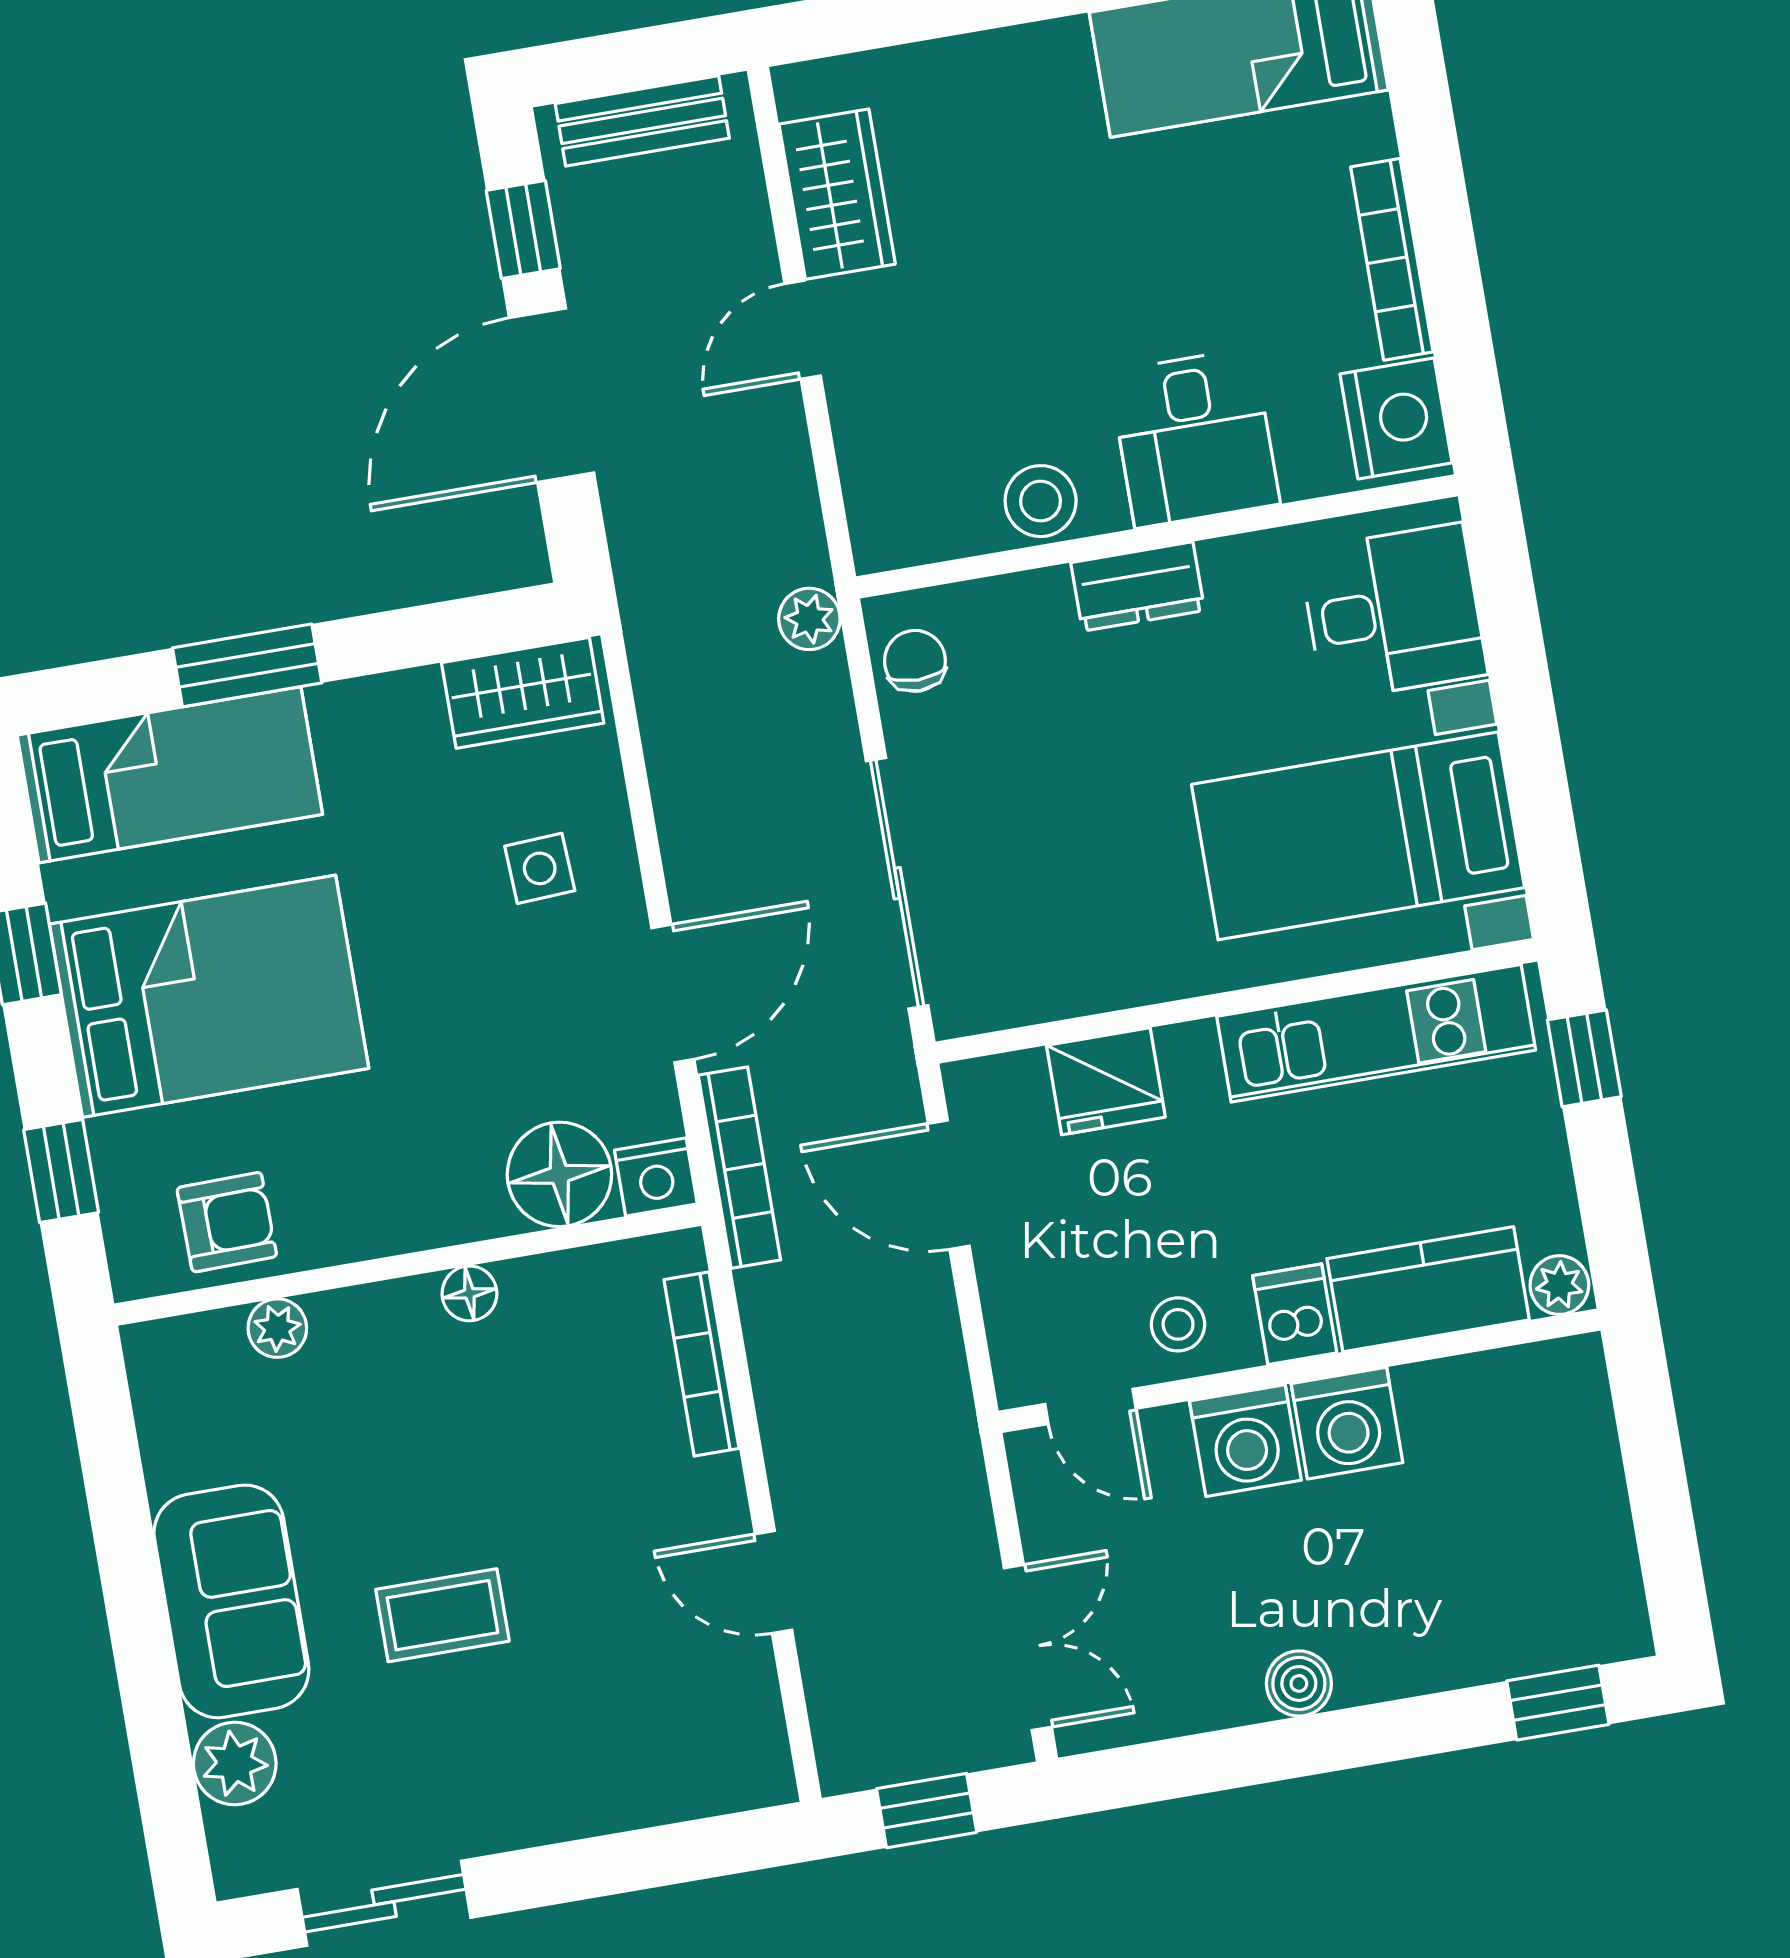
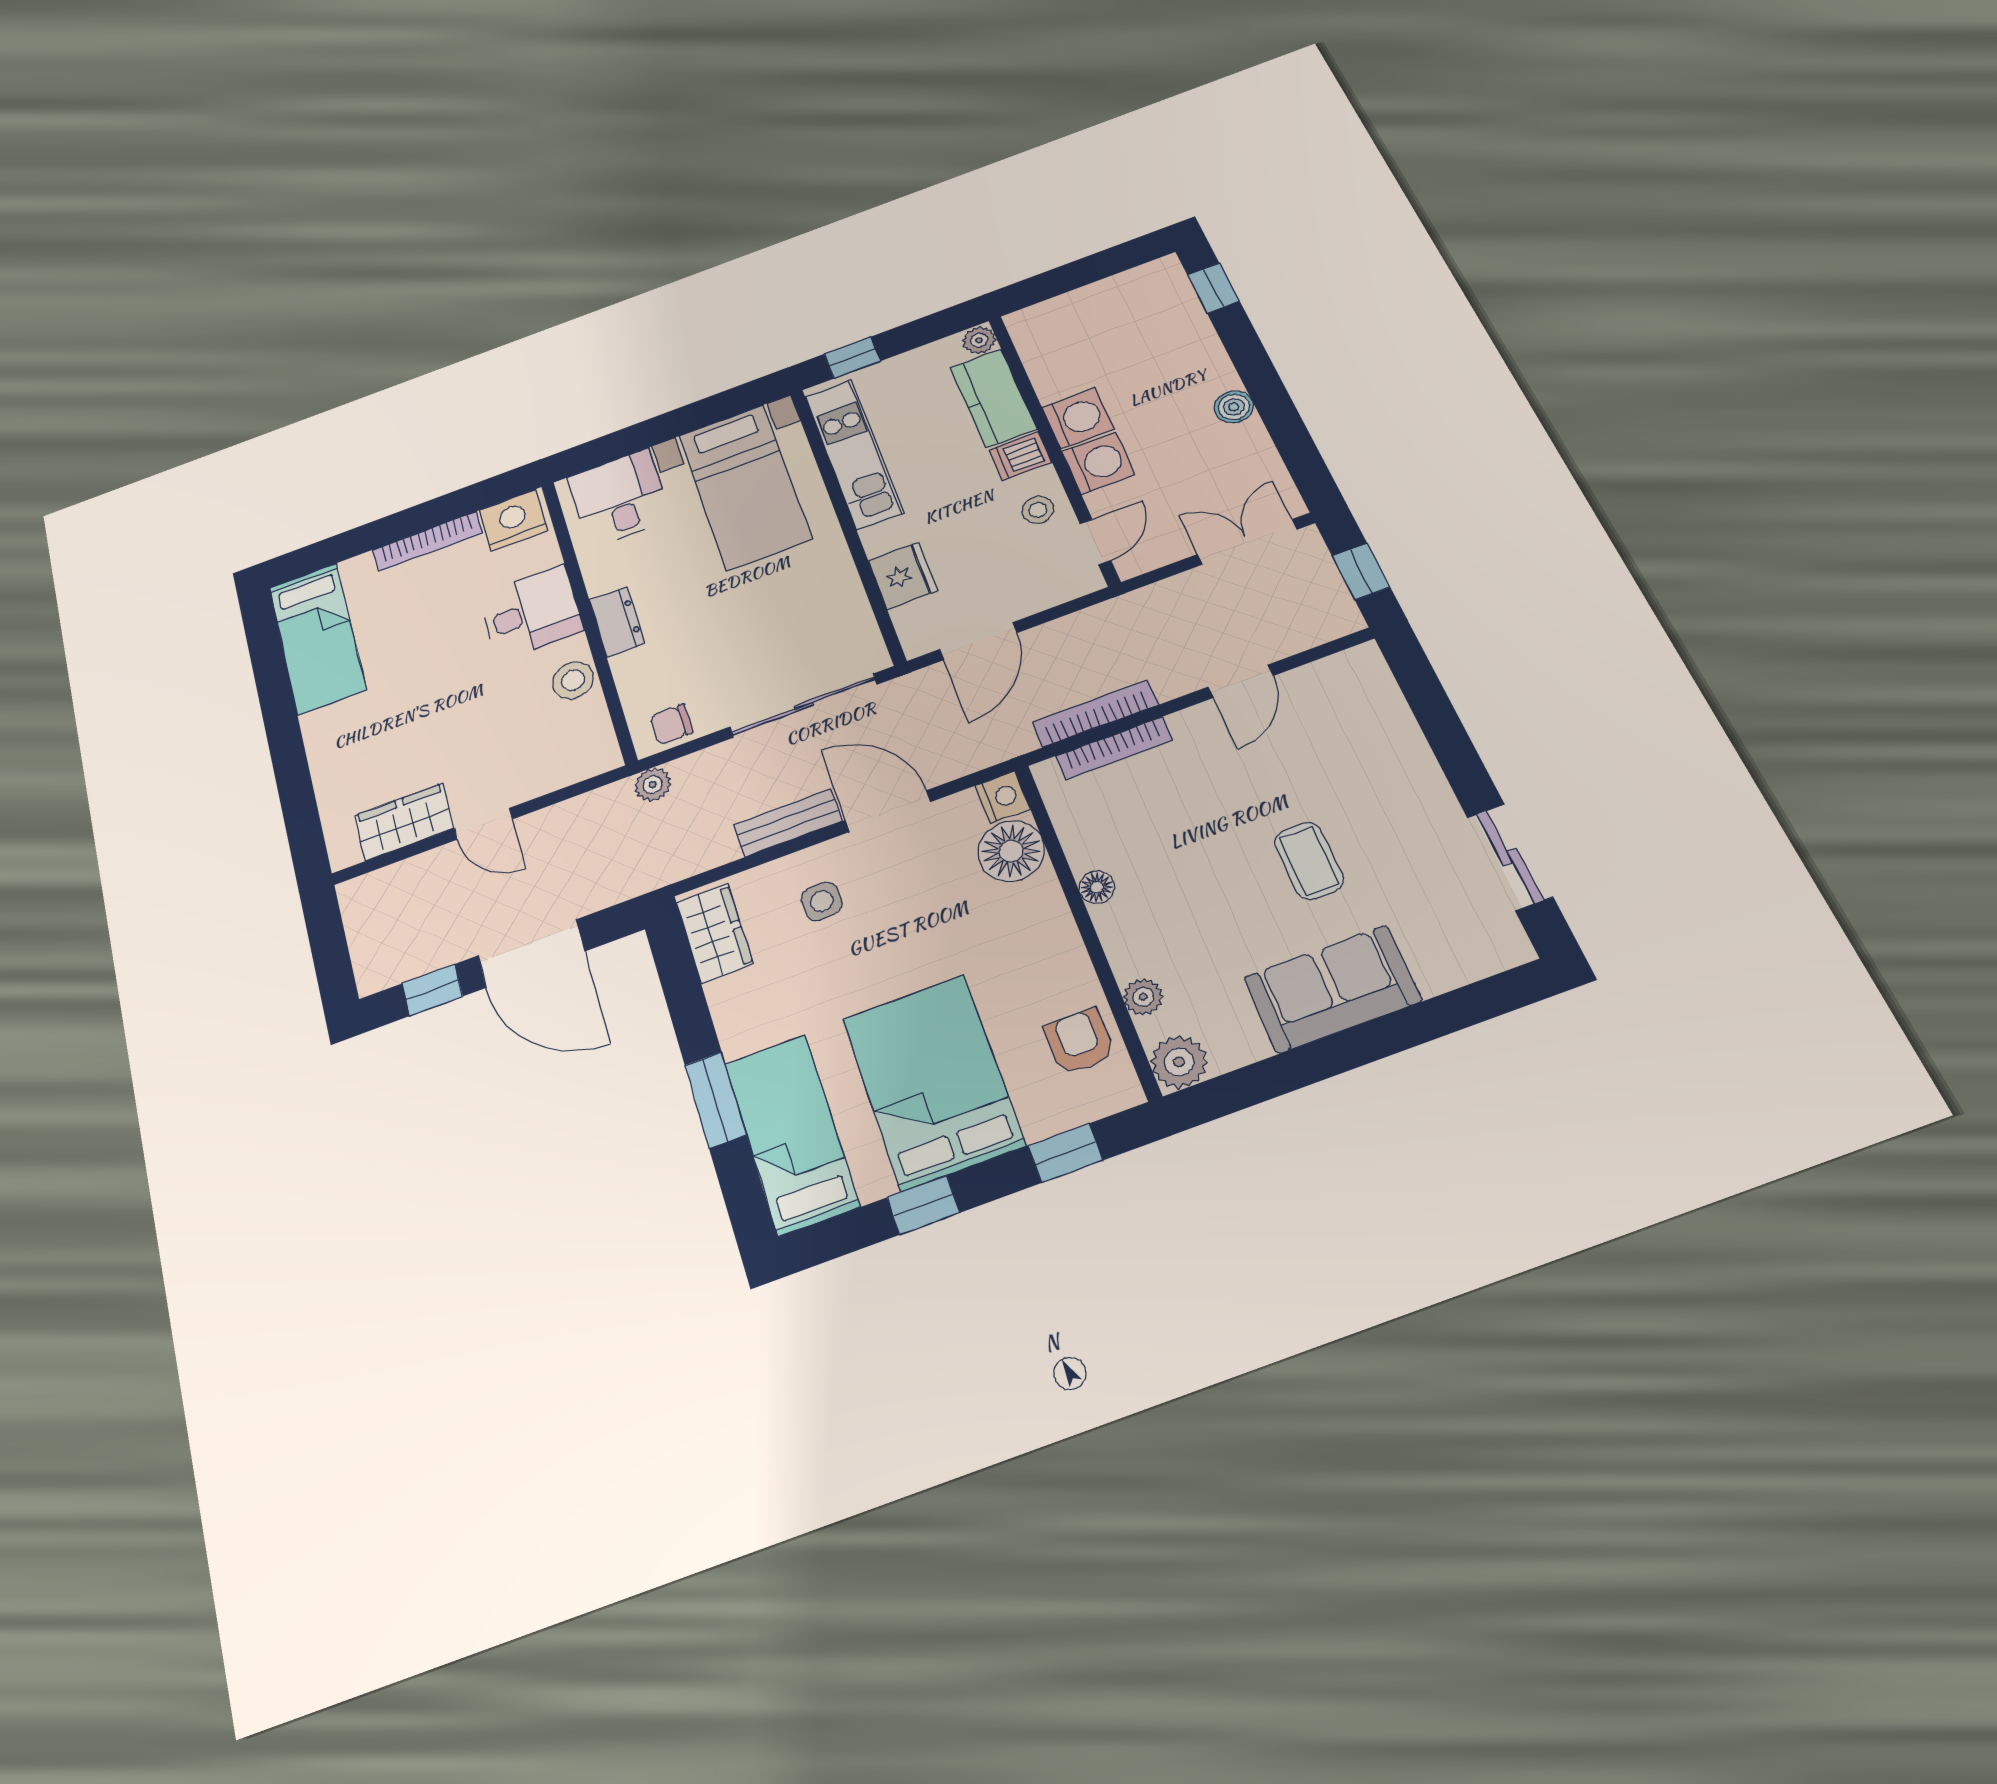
bench: (642, 121) -> (788, 823), moved, turned 90
bookcase: (739, 1168) -> (1095, 714), moved
plant: (235, 1763) -> (1179, 1062), moved

